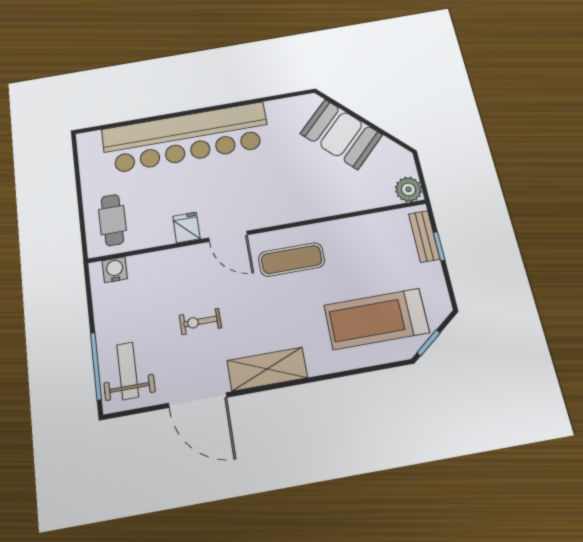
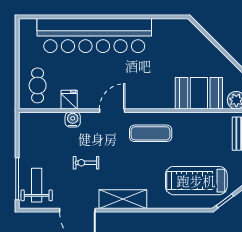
booth: (341, 134) -> (199, 93), moved, turned -45
fridge: (186, 228) -> (69, 100), moved
door: (228, 236) -> (112, 111), swing flipped
water cooler: (115, 270) -> (73, 120), moved

